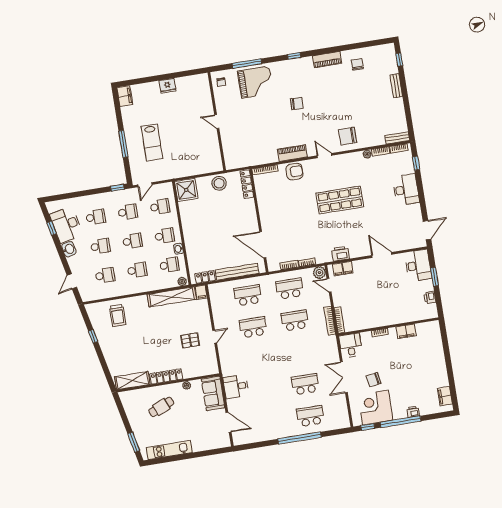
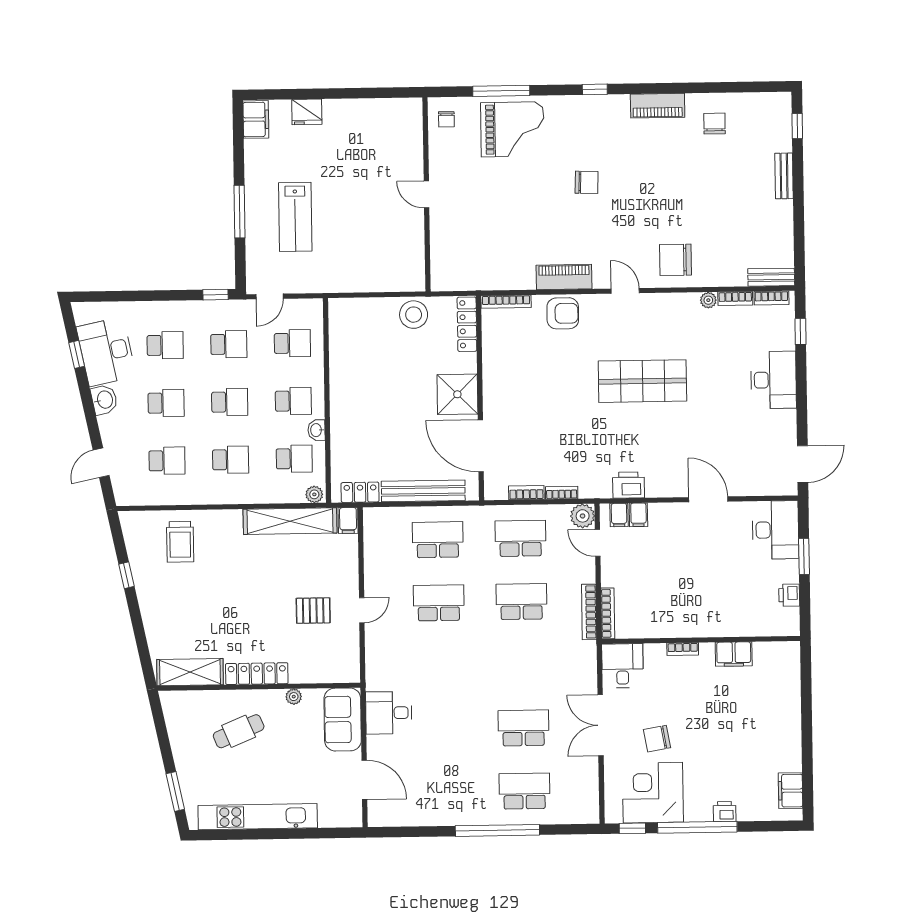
fridge: (167, 86) -> (307, 112), moved
shower: (186, 190) -> (457, 394), moved
kitchen unit: (169, 450) -> (258, 817), width x1.36

